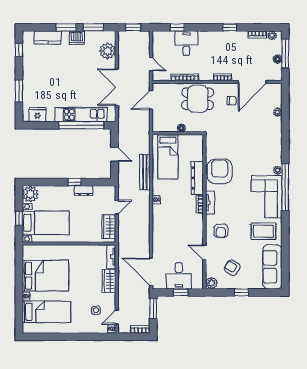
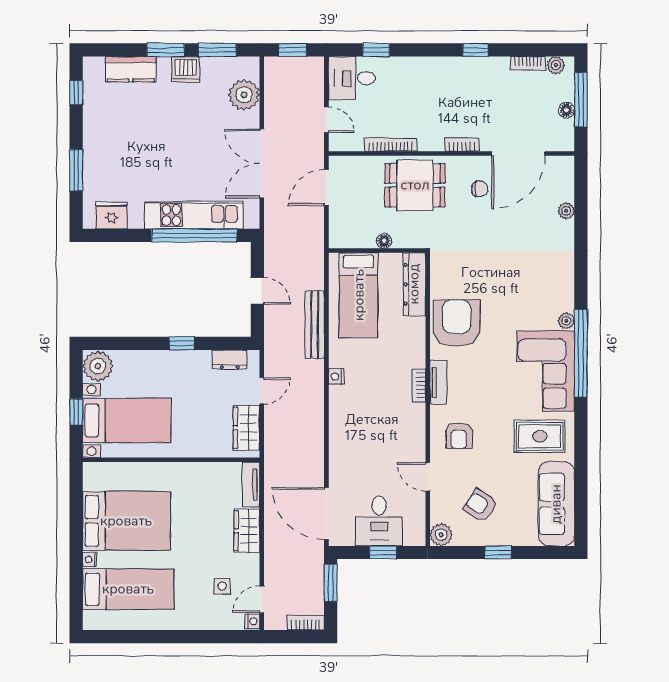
desk: (186, 43) -> (352, 78), moved, turned -90
dresser: (197, 178) -> (414, 284), moved
dresser: (84, 191) -> (230, 360), moved

